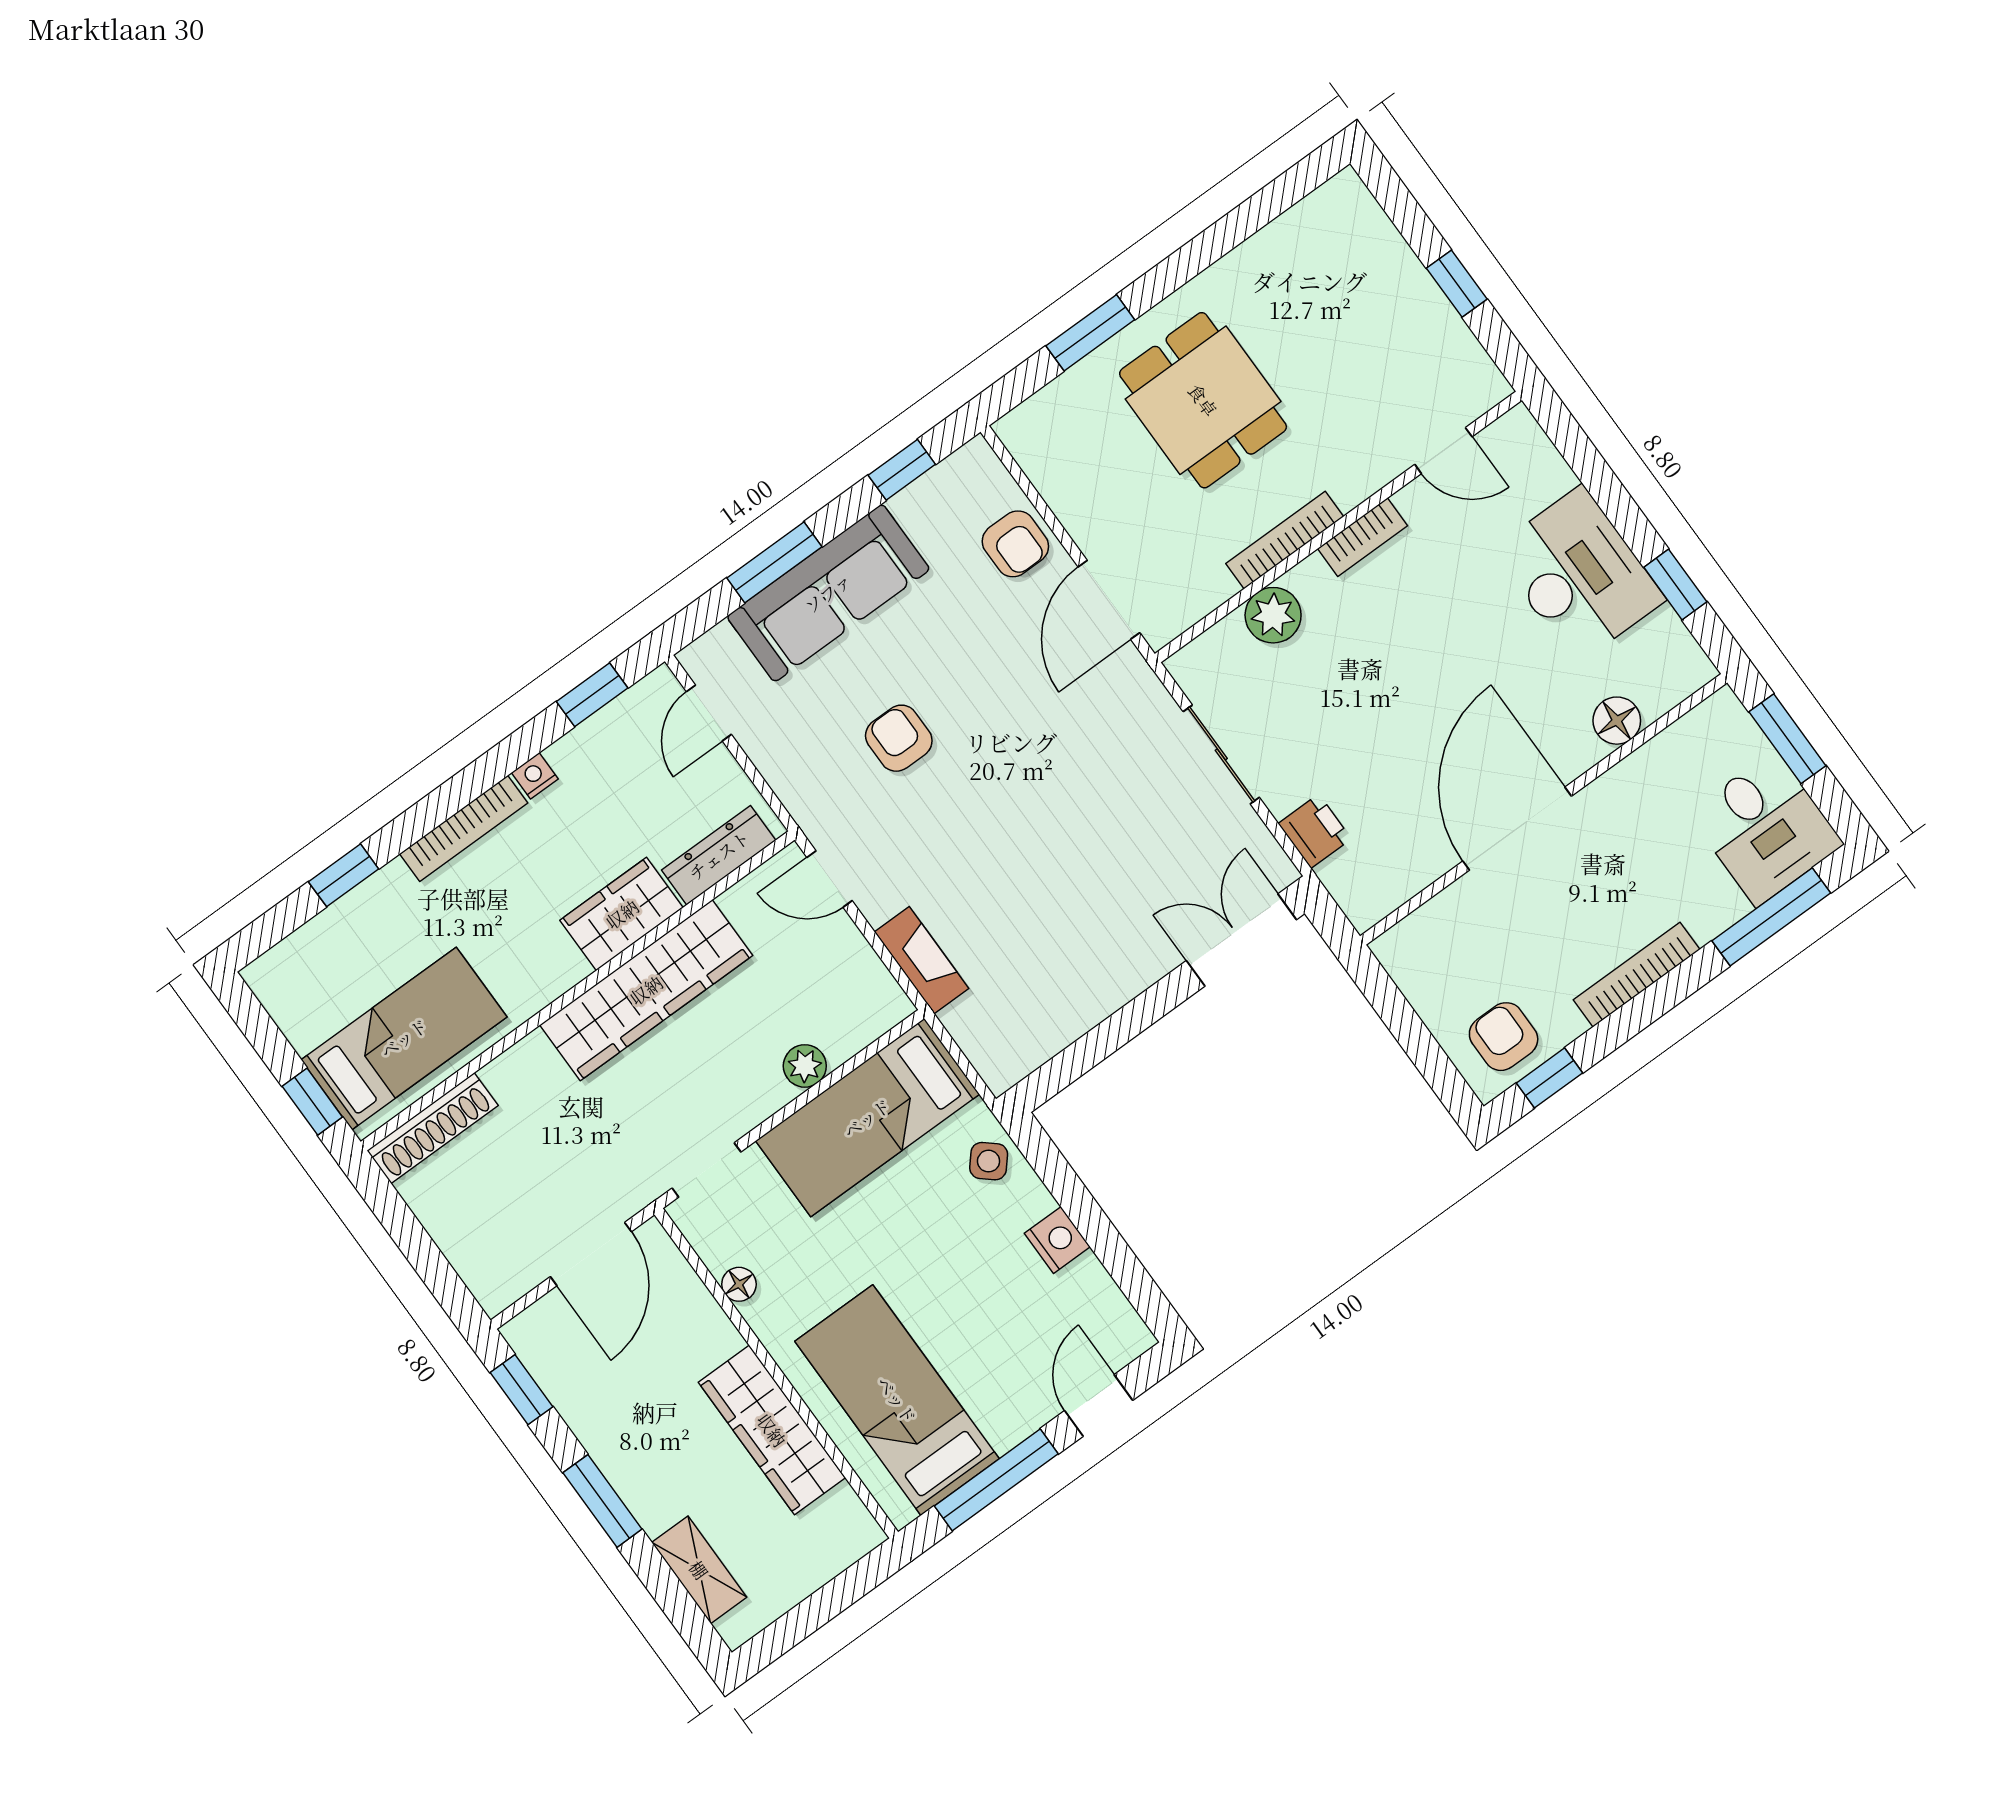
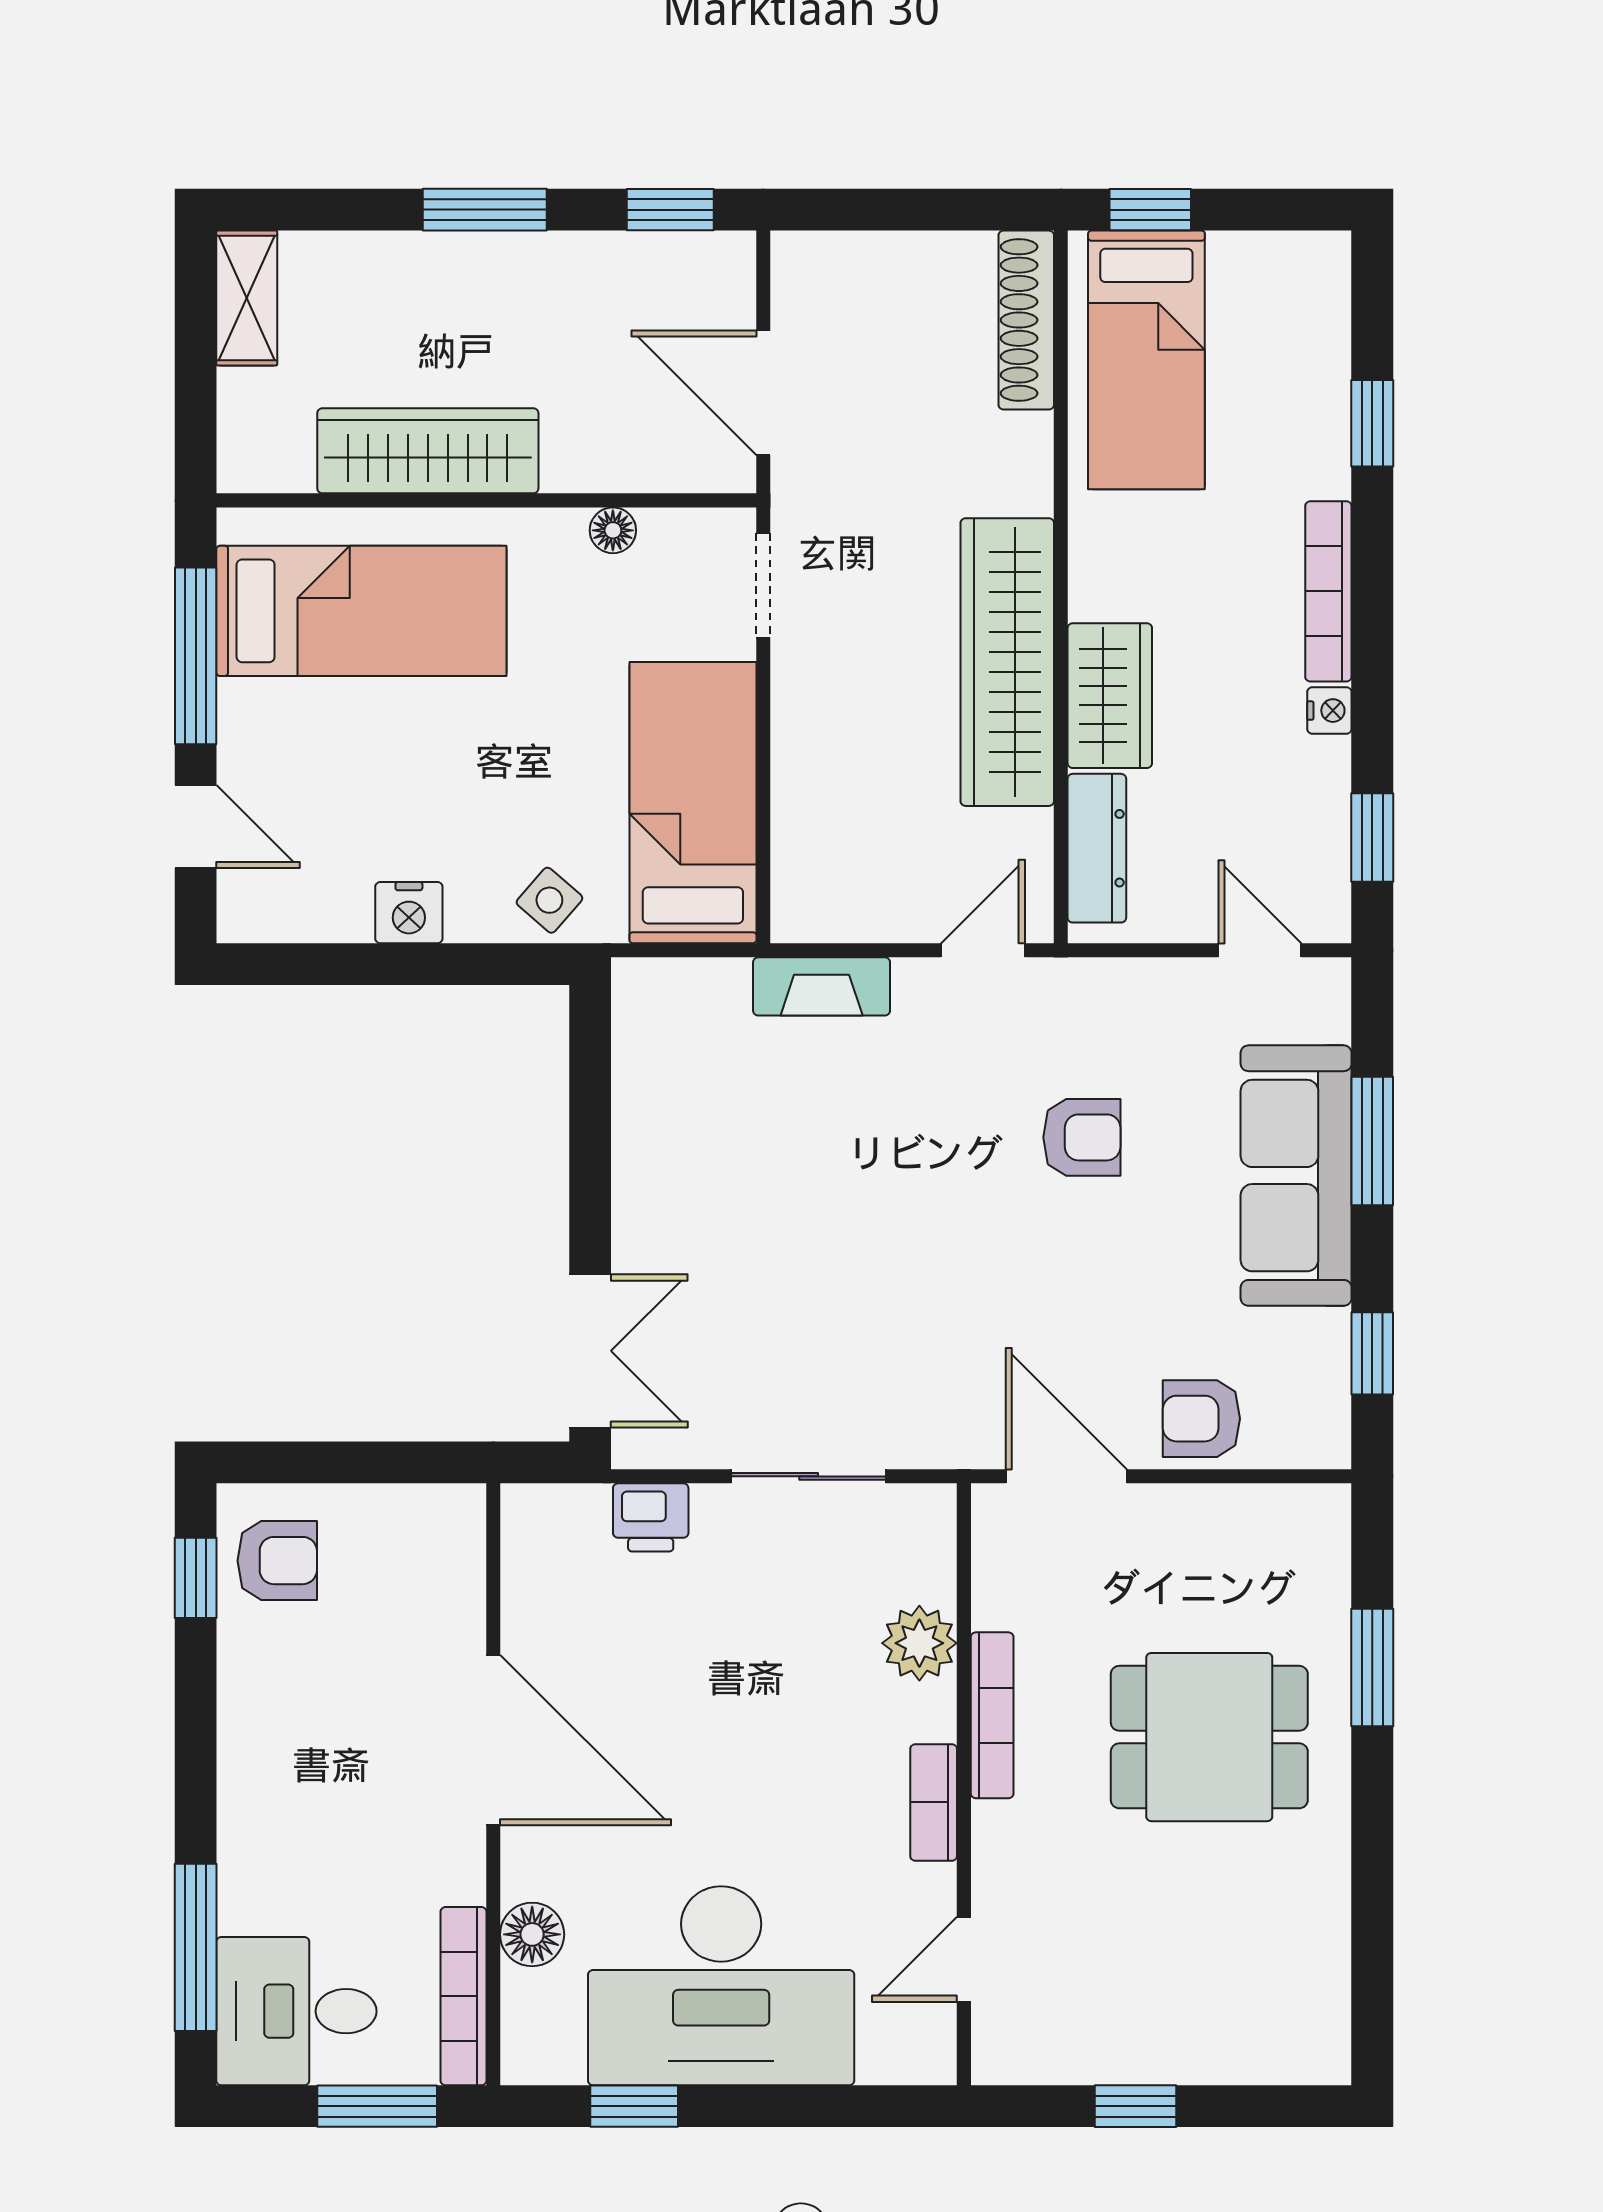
desk: (1579, 575) -> (721, 1986), width x1.36, depth x1.30
bookcase: (1637, 975) -> (463, 1996), moved, turned 180
plant: (805, 1066) -> (799, 775), removed
shelving: (699, 1570) -> (247, 298), moved, turned 90

